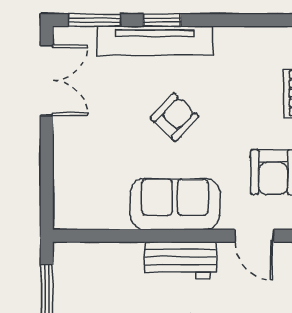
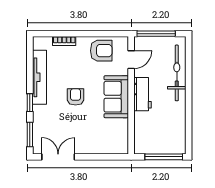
tv unit: (155, 41) -> (39, 77), moved
armchair: (175, 117) -> (76, 97), turned 47

